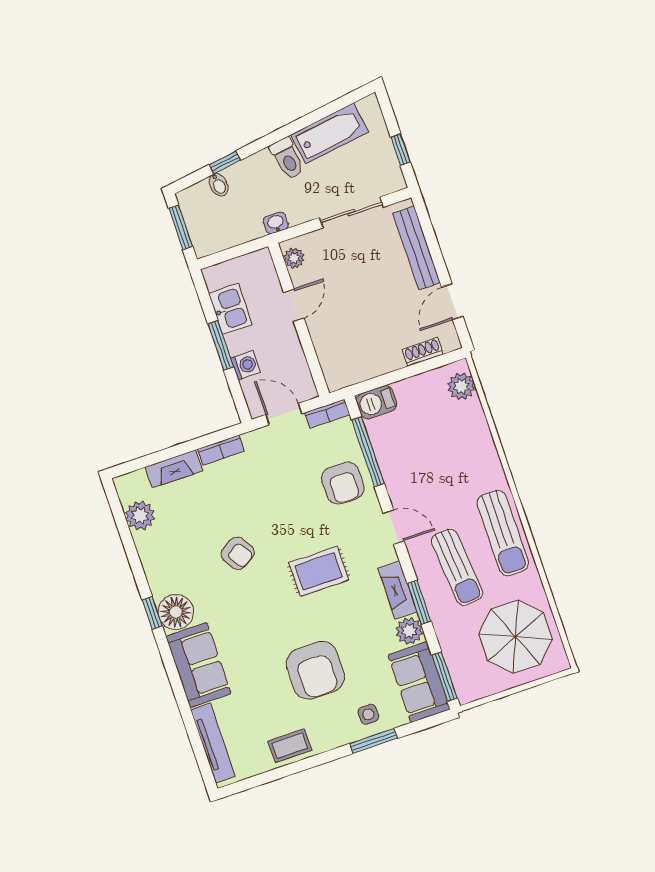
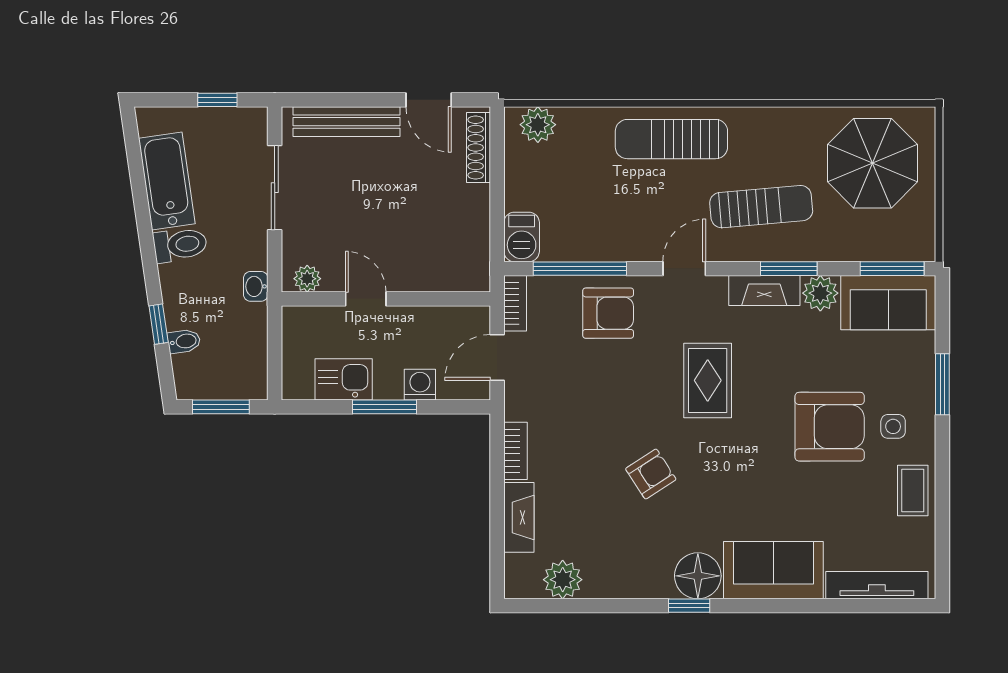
shoe rack: (423, 352) -> (478, 148), width x1.43
sun lounger: (503, 533) -> (671, 139), moved, turned 180
side table: (368, 714) -> (893, 426), moved

